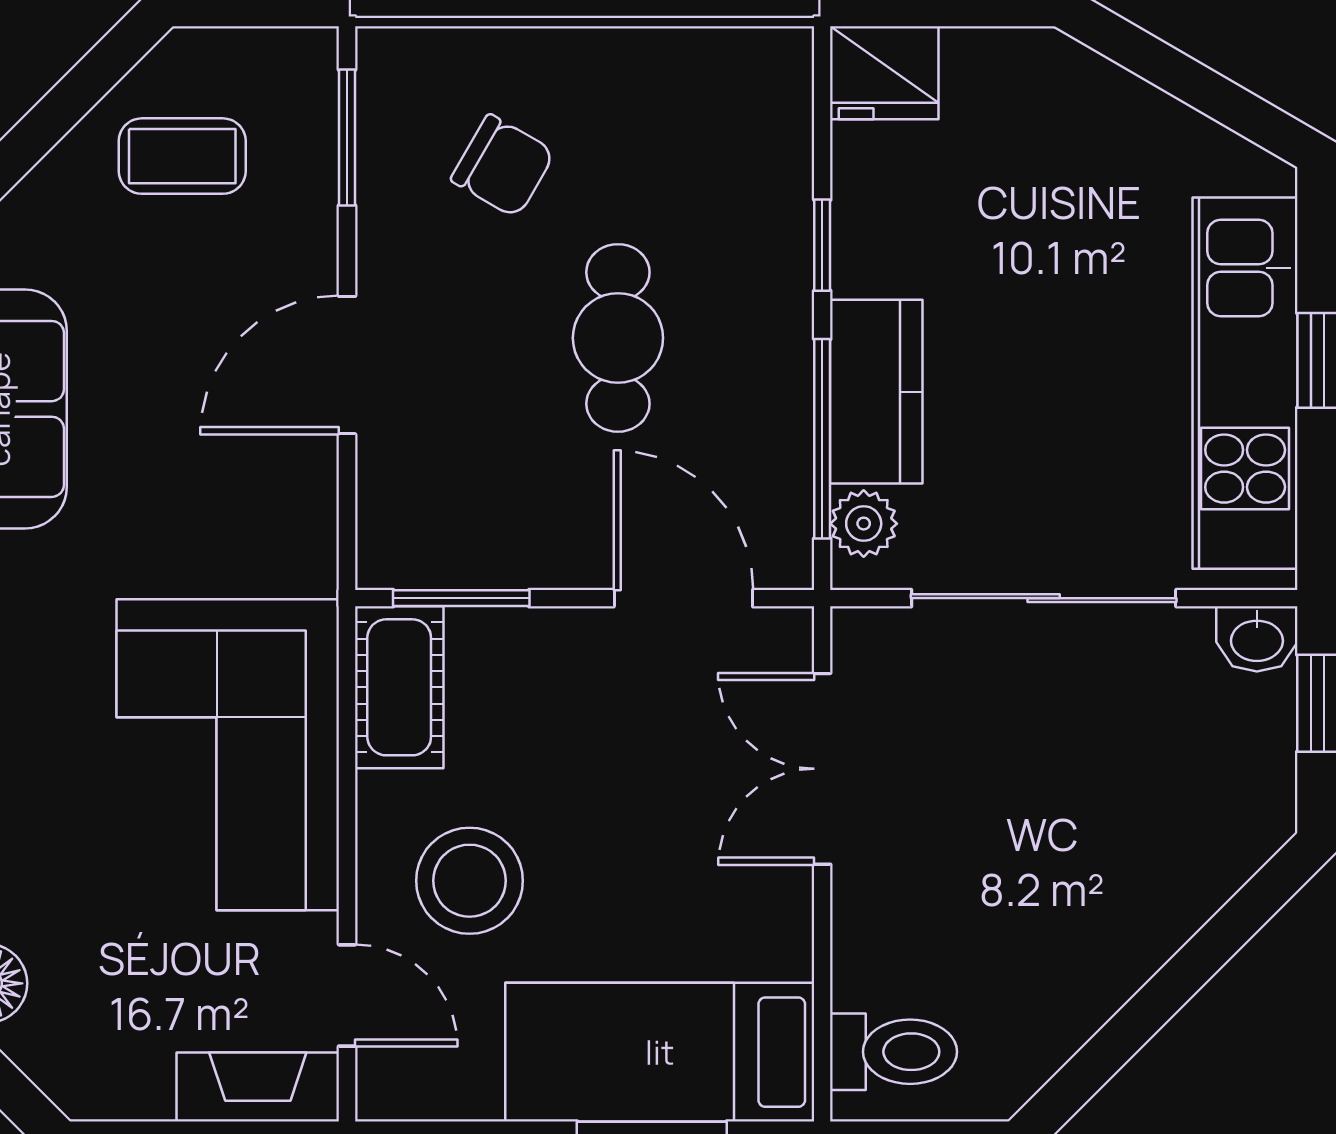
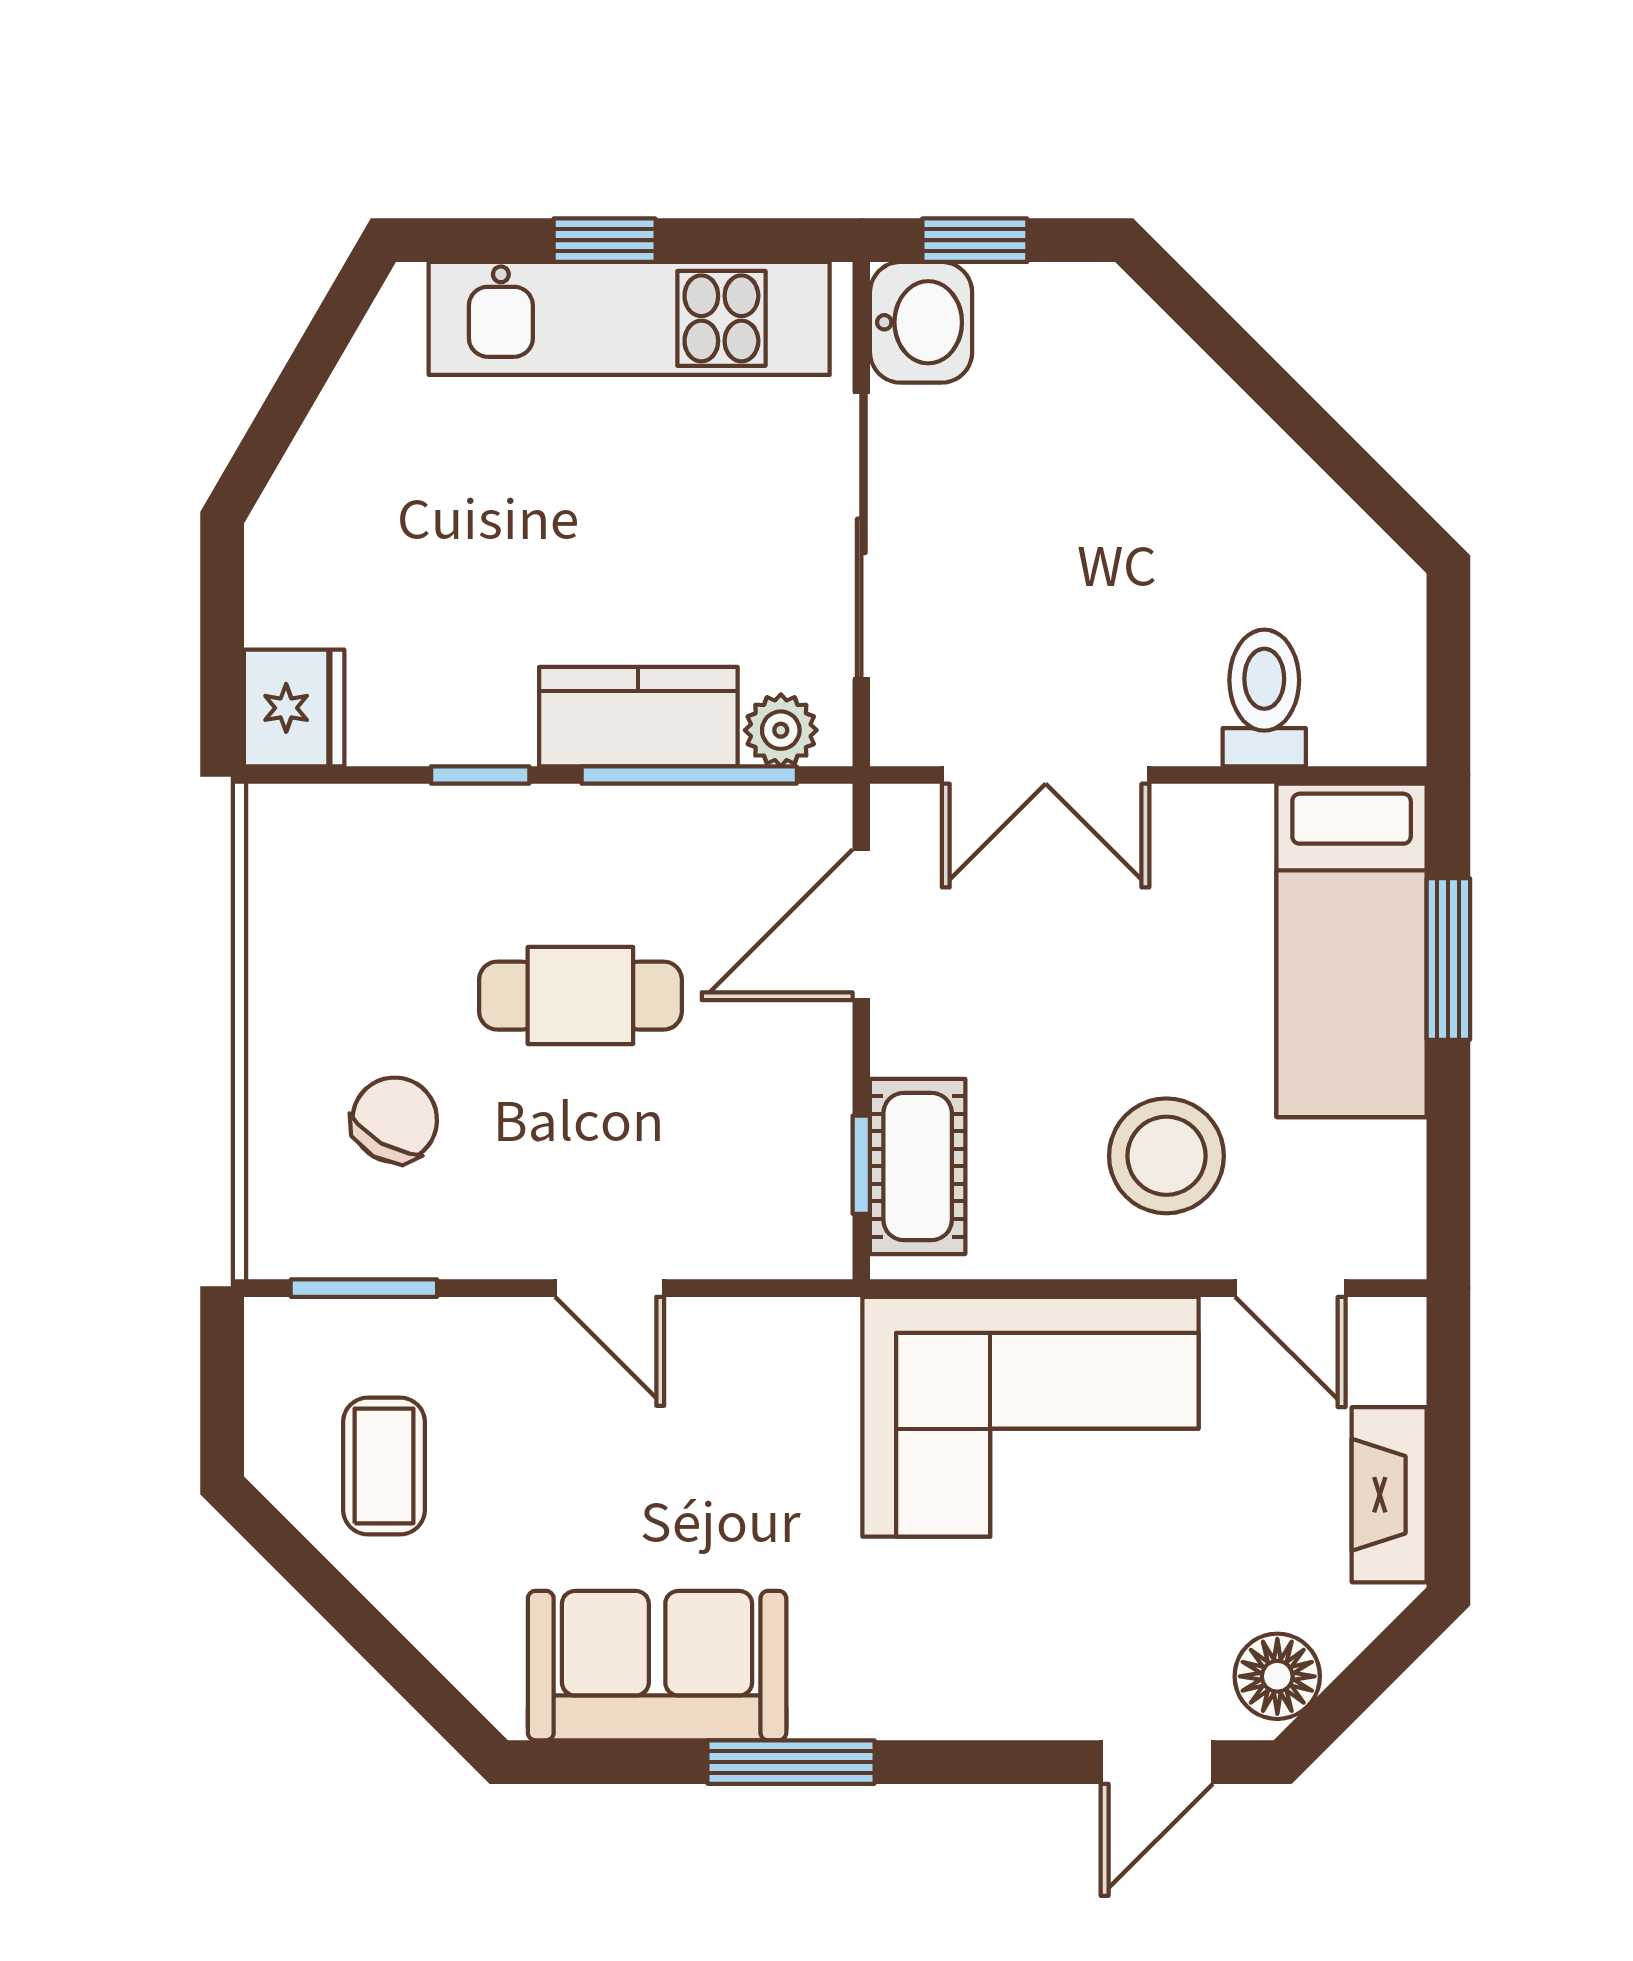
door: (347, 365) -> (610, 1288), width x0.73
window: (461, 598) -> (861, 1165), width x0.67
washbasin: (1257, 639) -> (921, 322), width x1.38, depth x1.45
cot: (399, 687) -> (918, 1166), moved, turned 90
door: (347, 995) -> (1290, 1288), swing flipped
toilet: (894, 1052) -> (1264, 698), moved
fireplace: (258, 1087) -> (1389, 1495), moved

